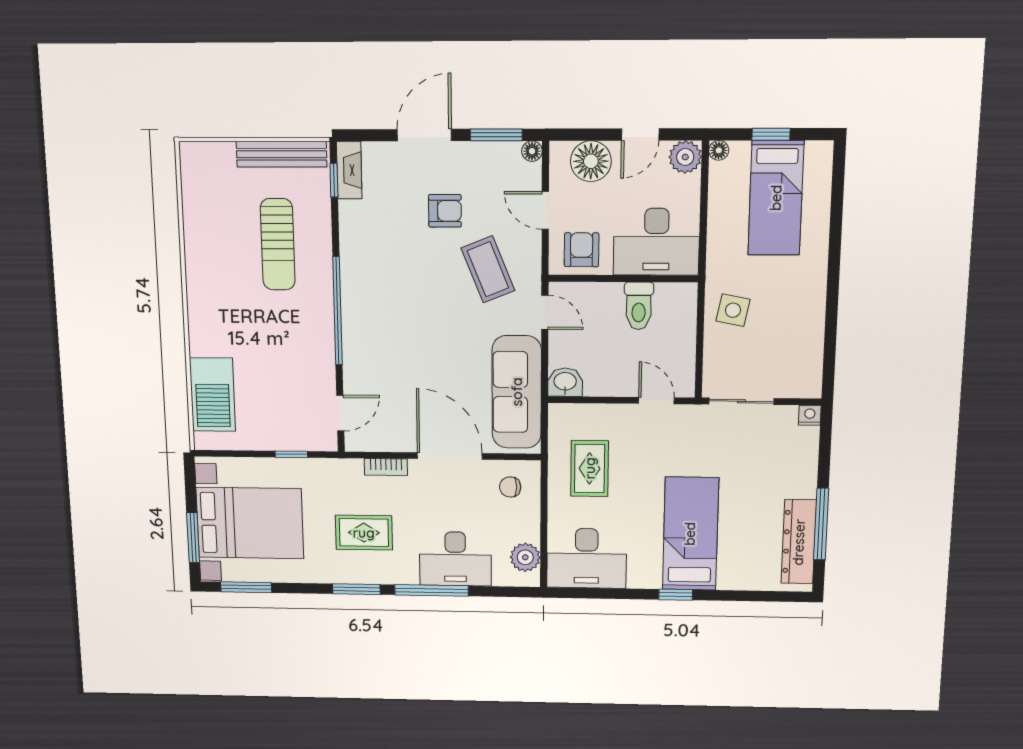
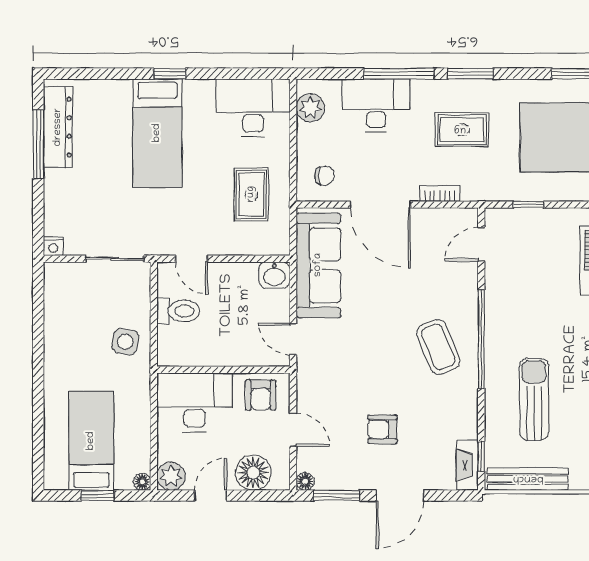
coffee table: (488, 269) -> (438, 347), moved
toilet: (639, 306) -> (178, 311), moved, turned 90

